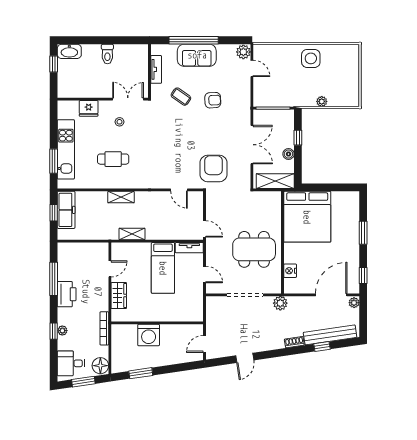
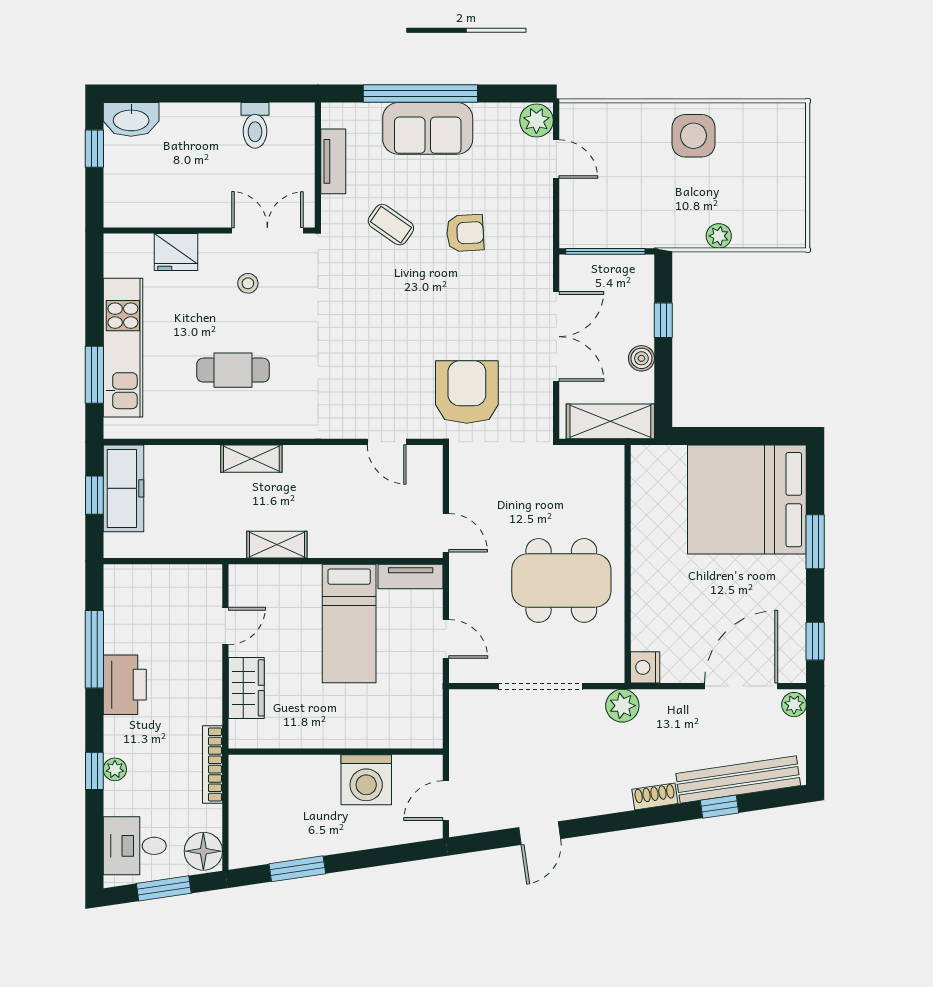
toilet: (107, 54) -> (255, 125), moved
bed: (307, 217) -> (747, 500), moved, turned 90
nightstand: (290, 271) -> (645, 667), moved
washing machine: (149, 335) -> (366, 780), moved

